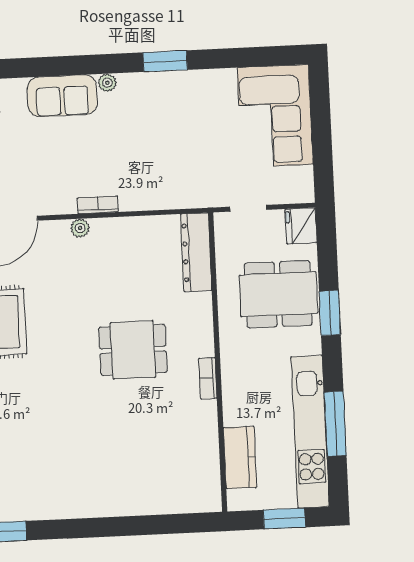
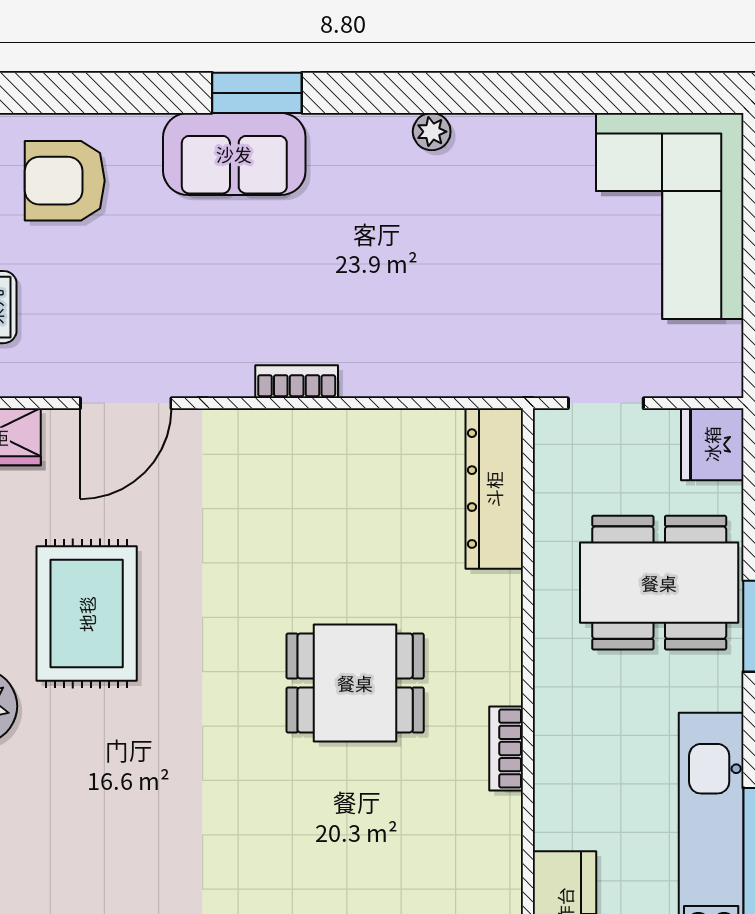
window: (165, 61) -> (257, 93), moved
plant: (107, 83) -> (432, 132), moved
plant: (80, 228) -> (258, 427), removed

